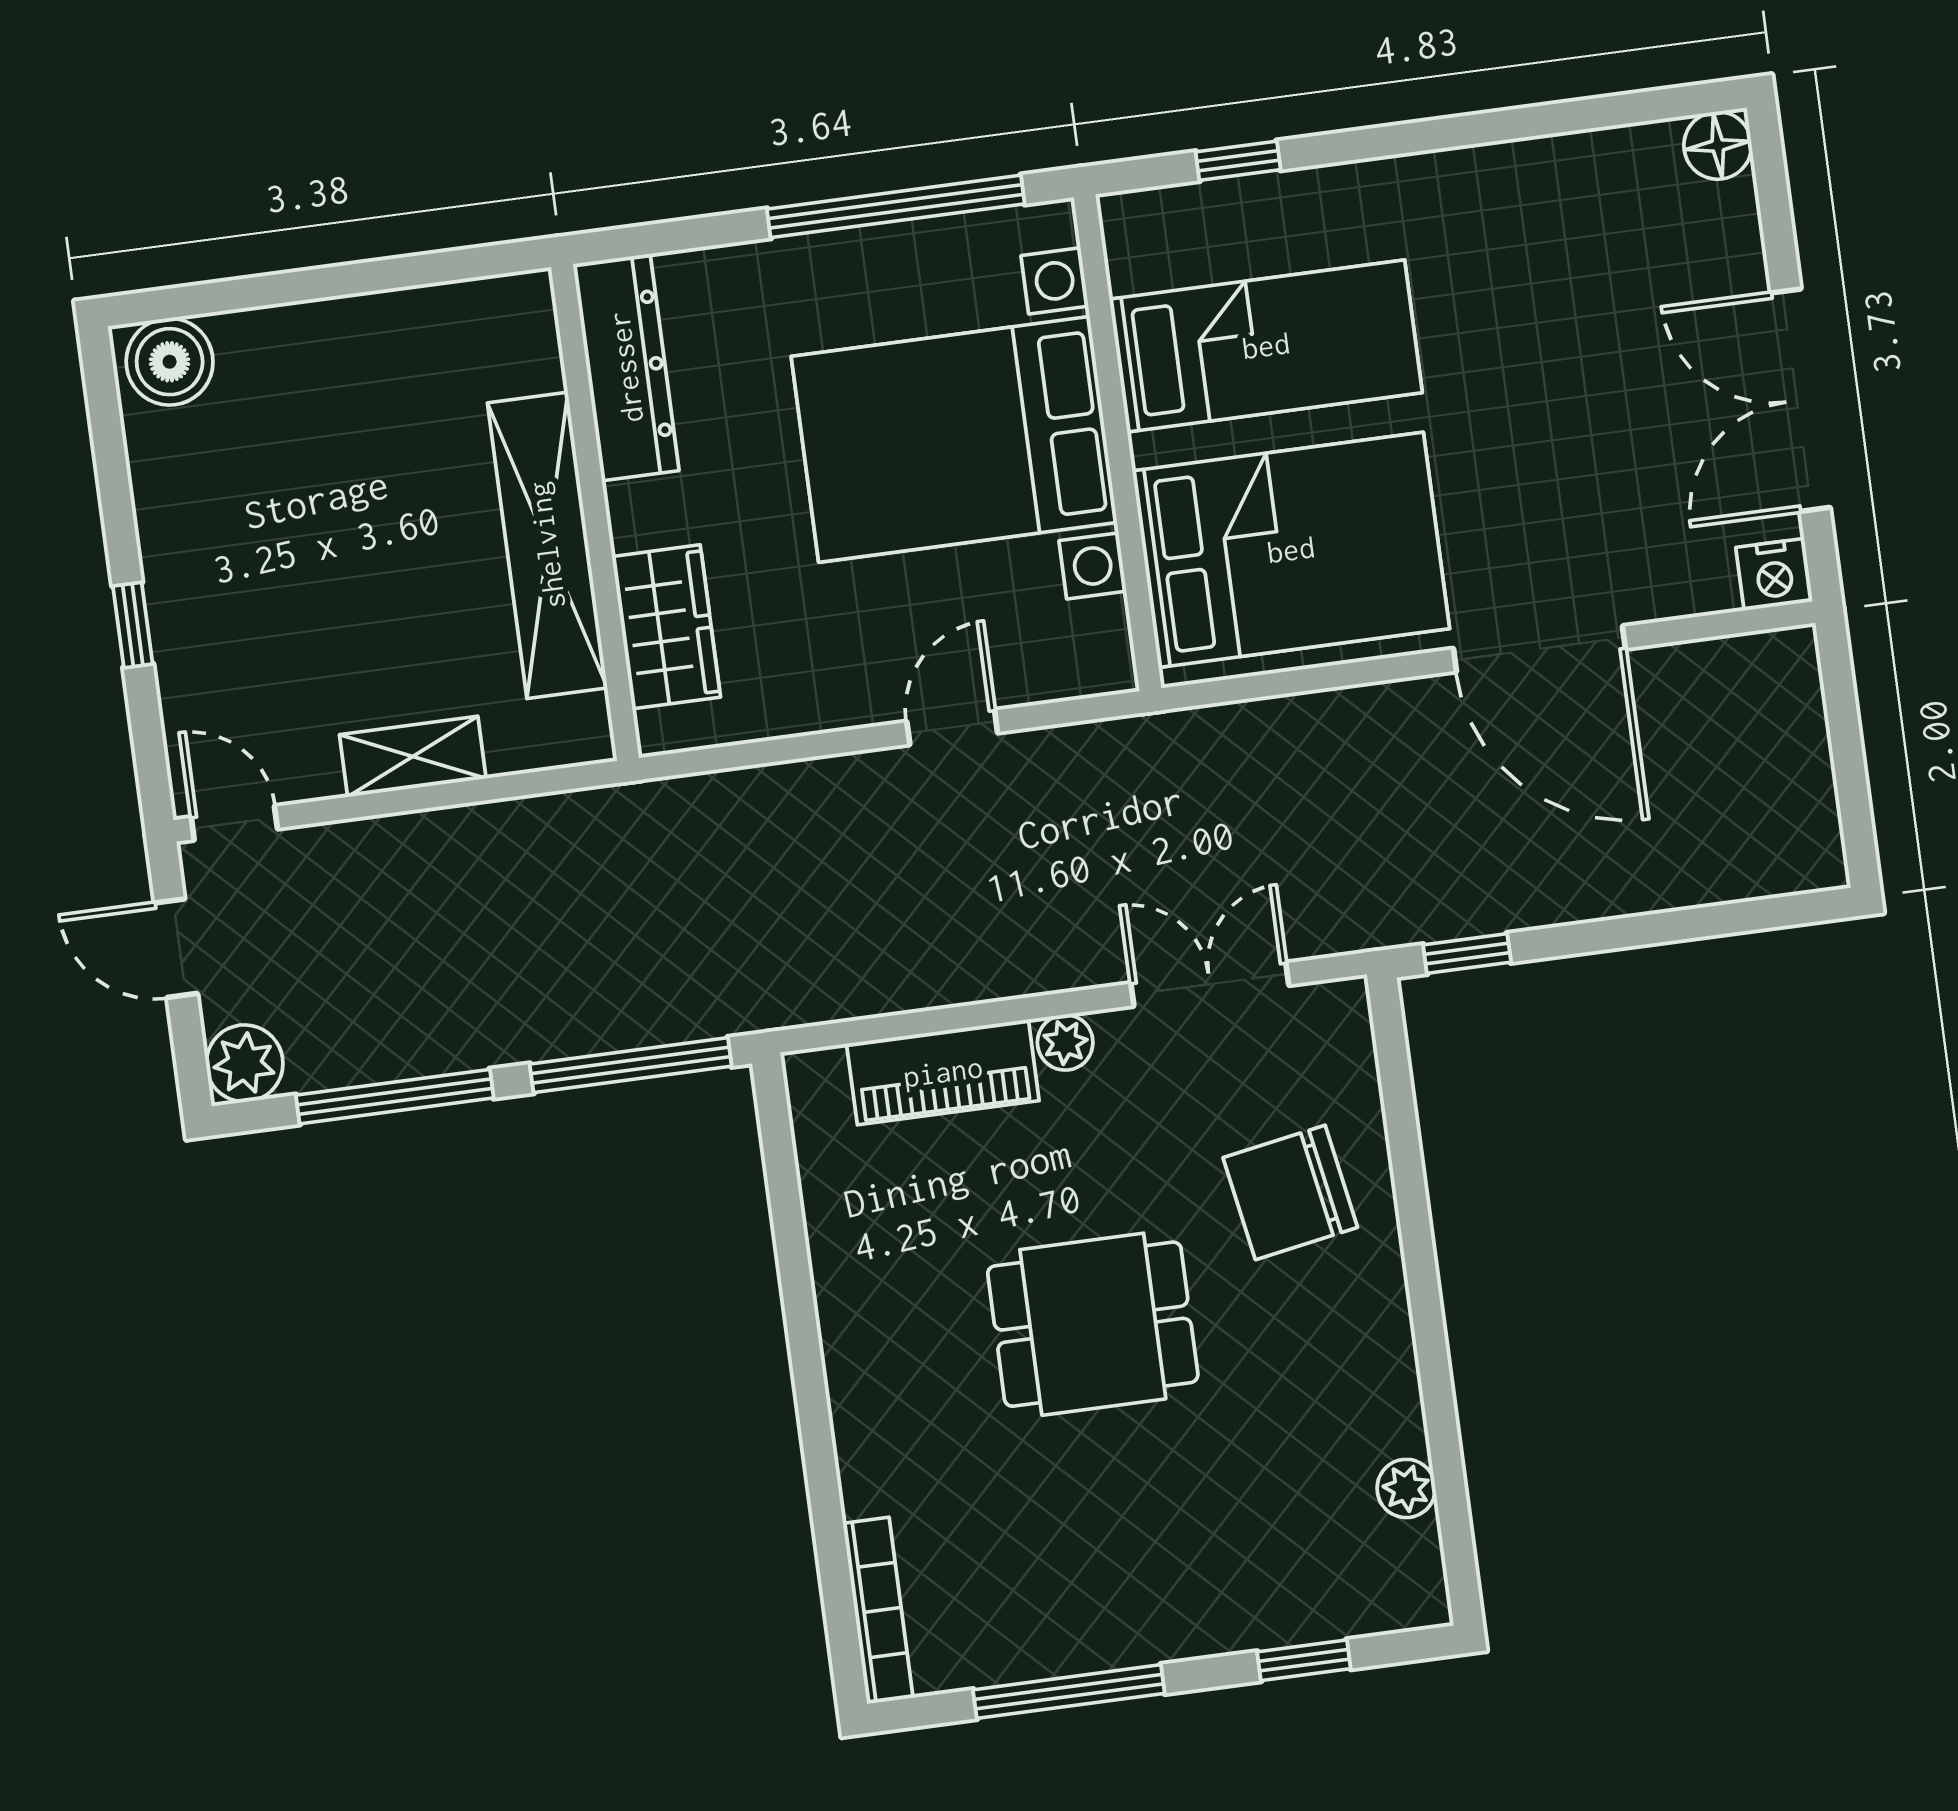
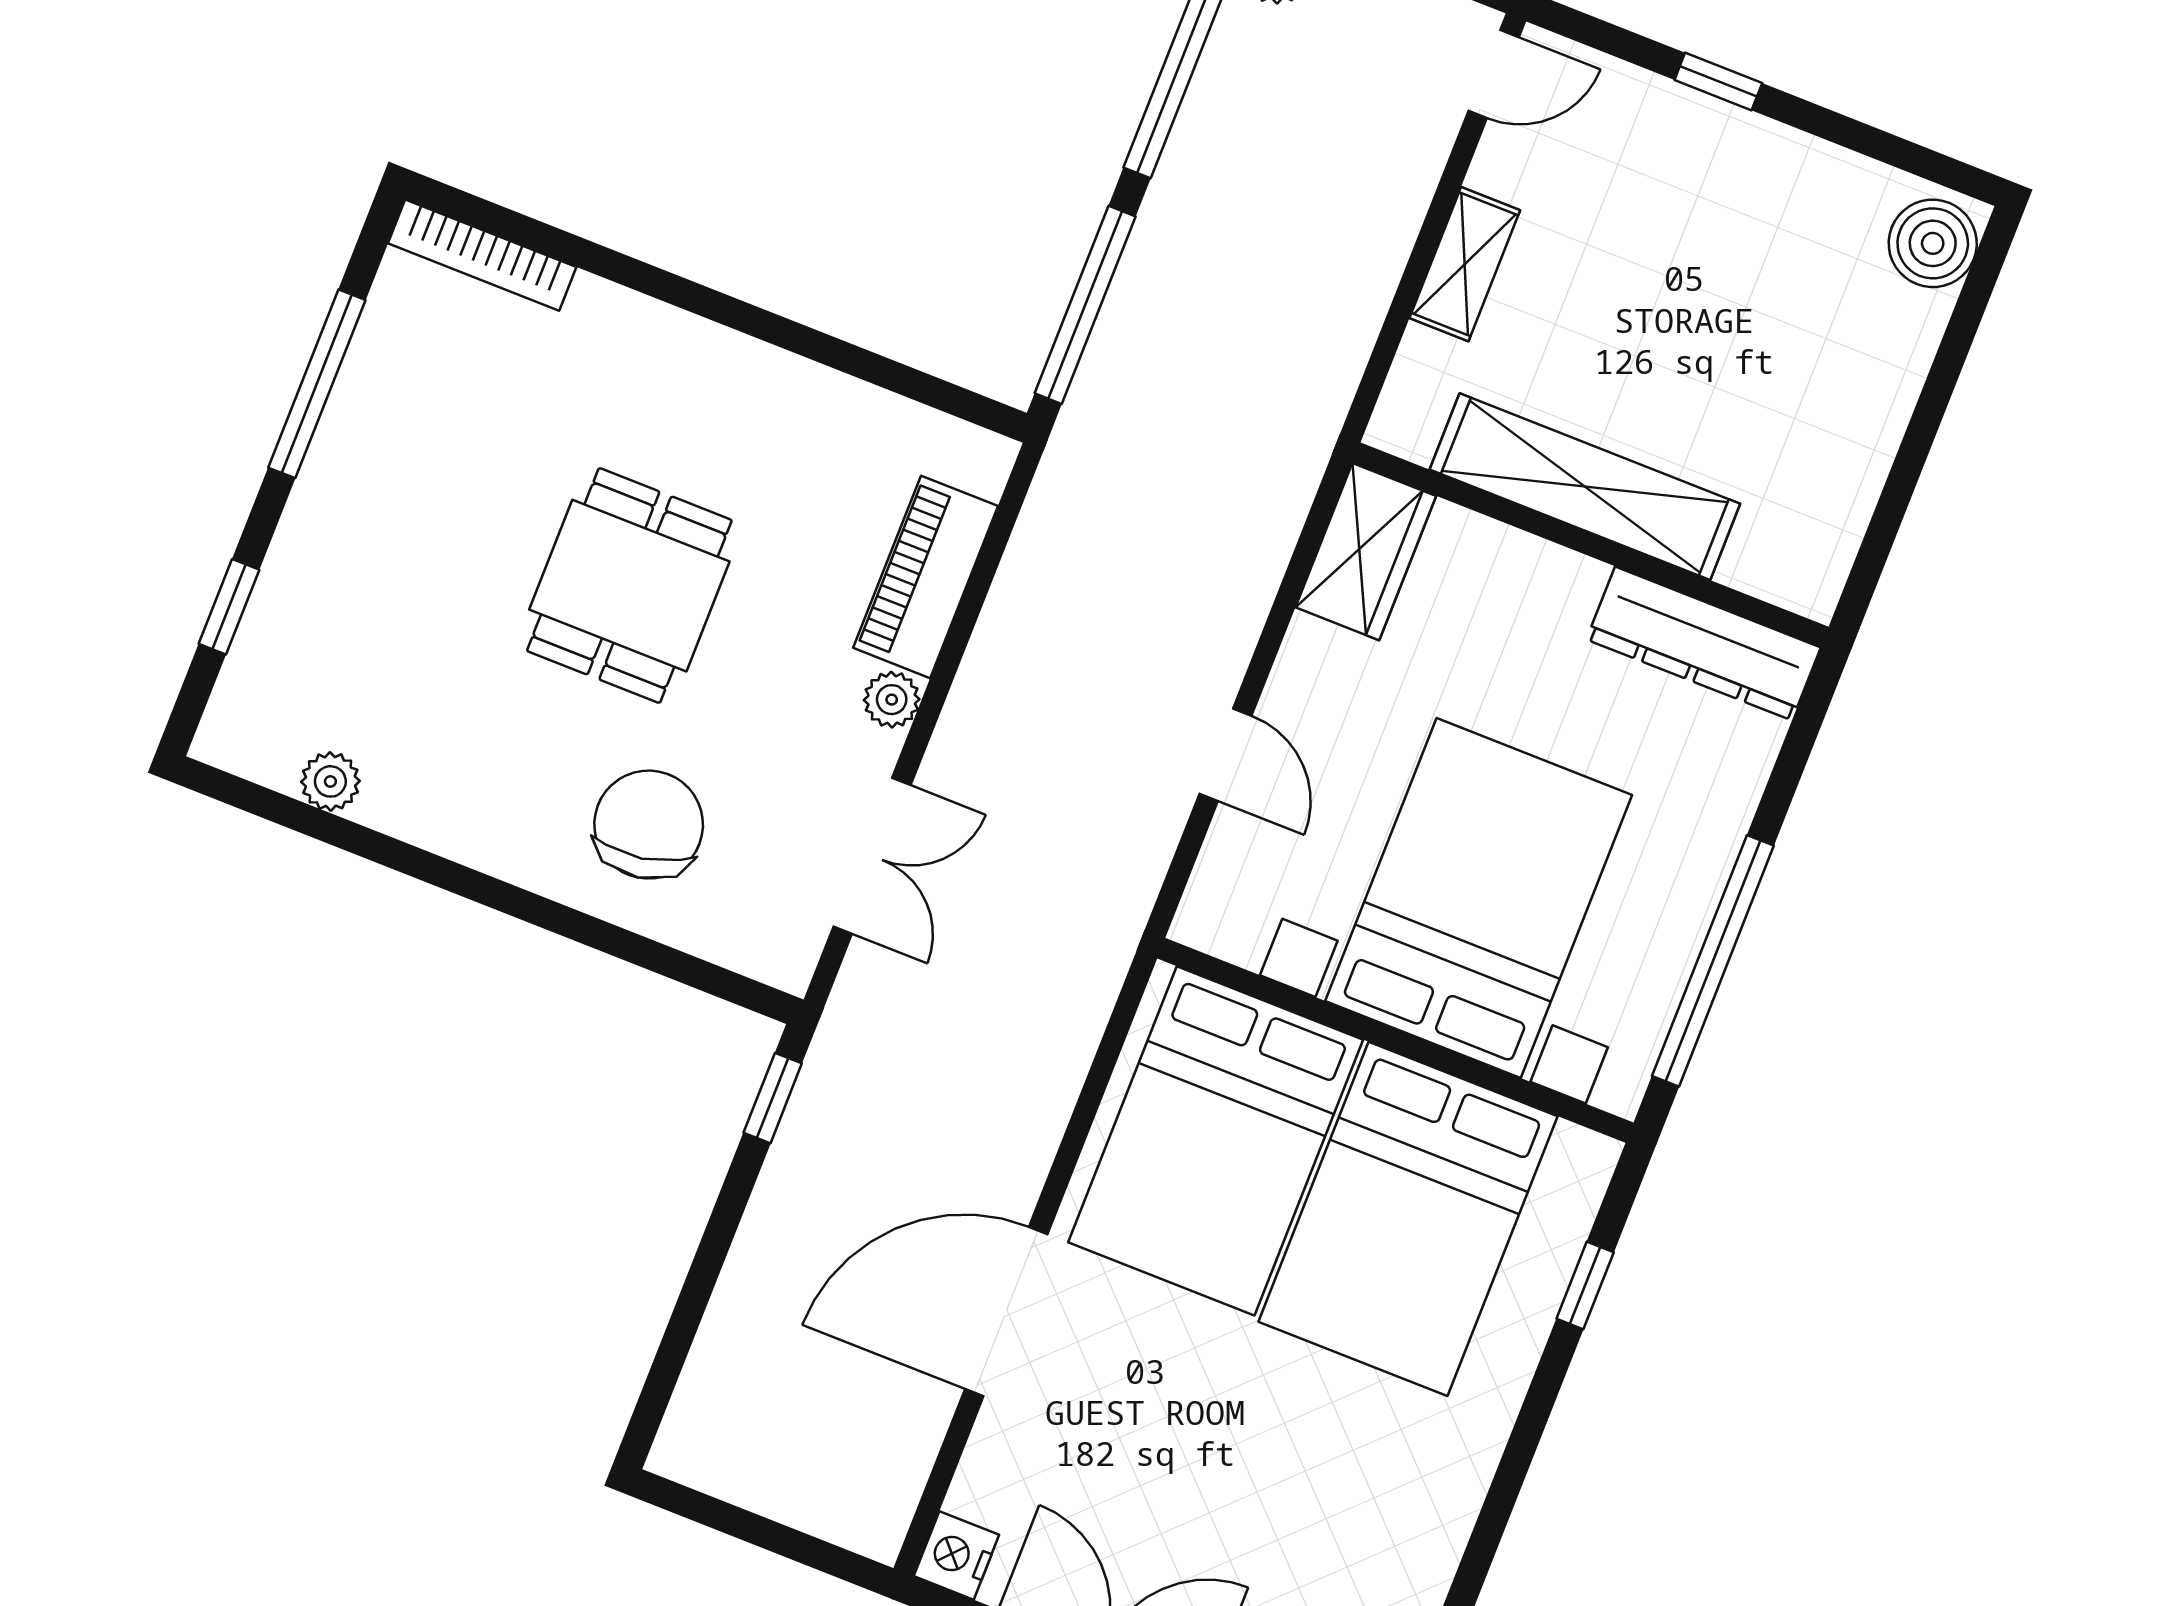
bed: (1266, 346) -> (1408, 1219), width x1.50
wardrobe: (666, 627) -> (1366, 552), moved, turned -90

